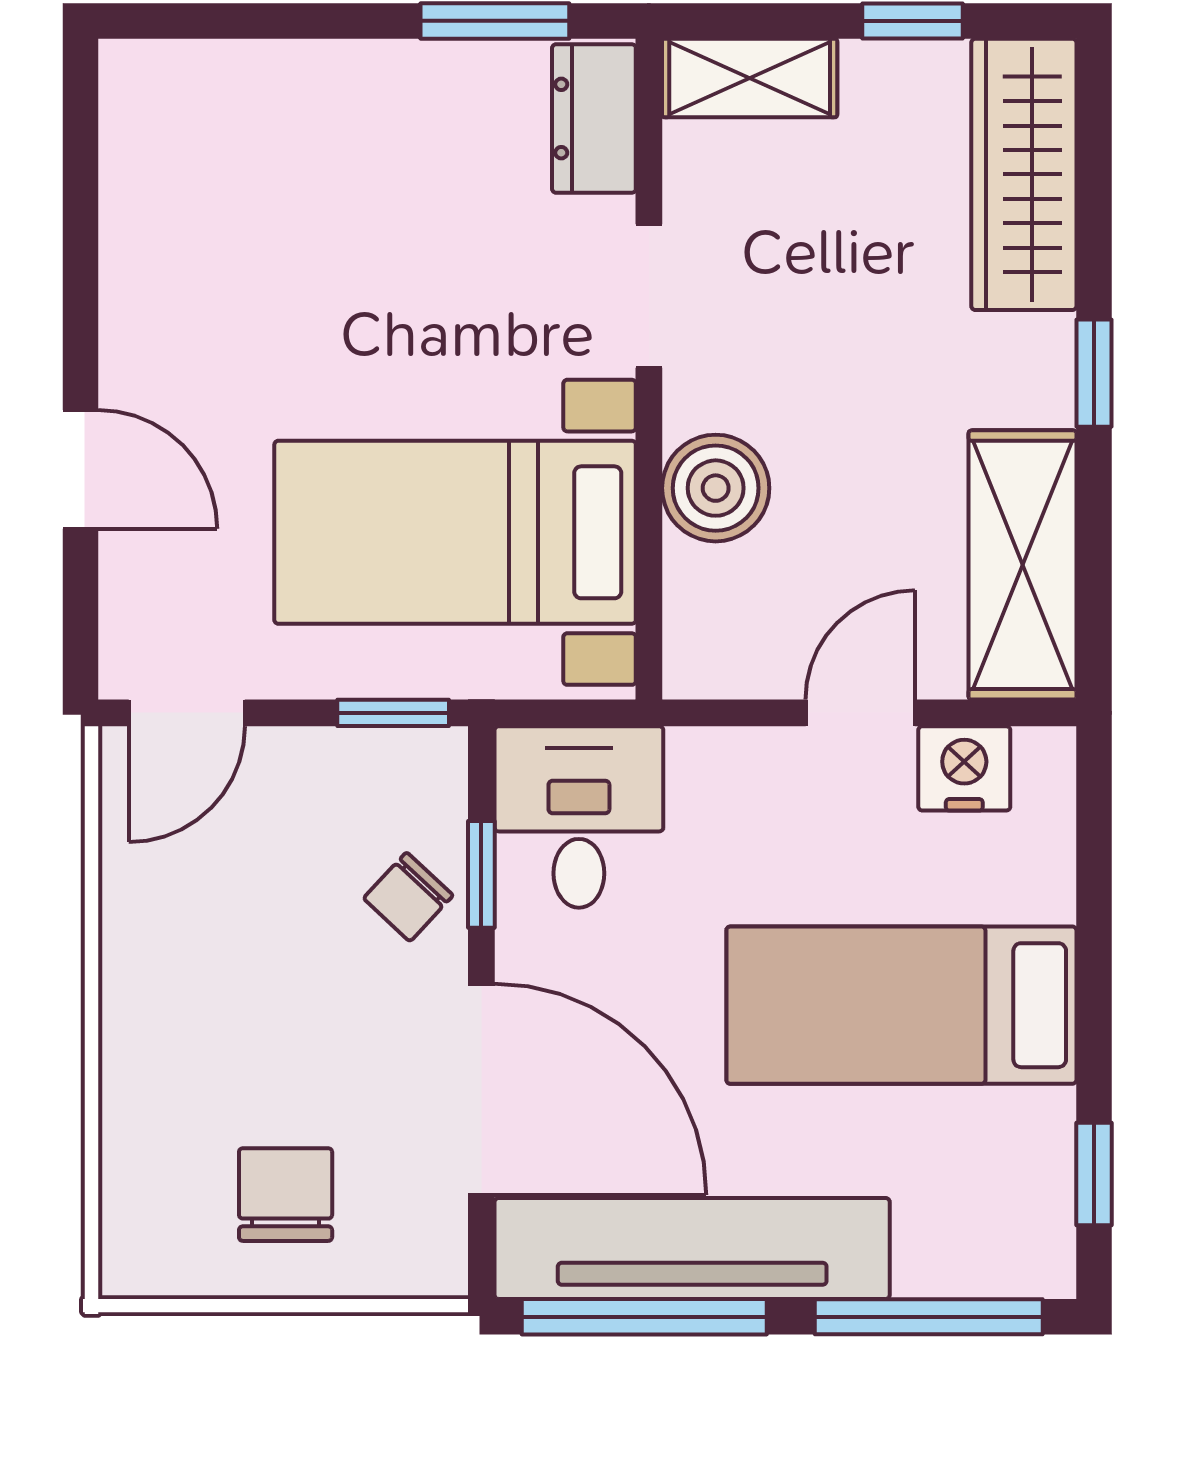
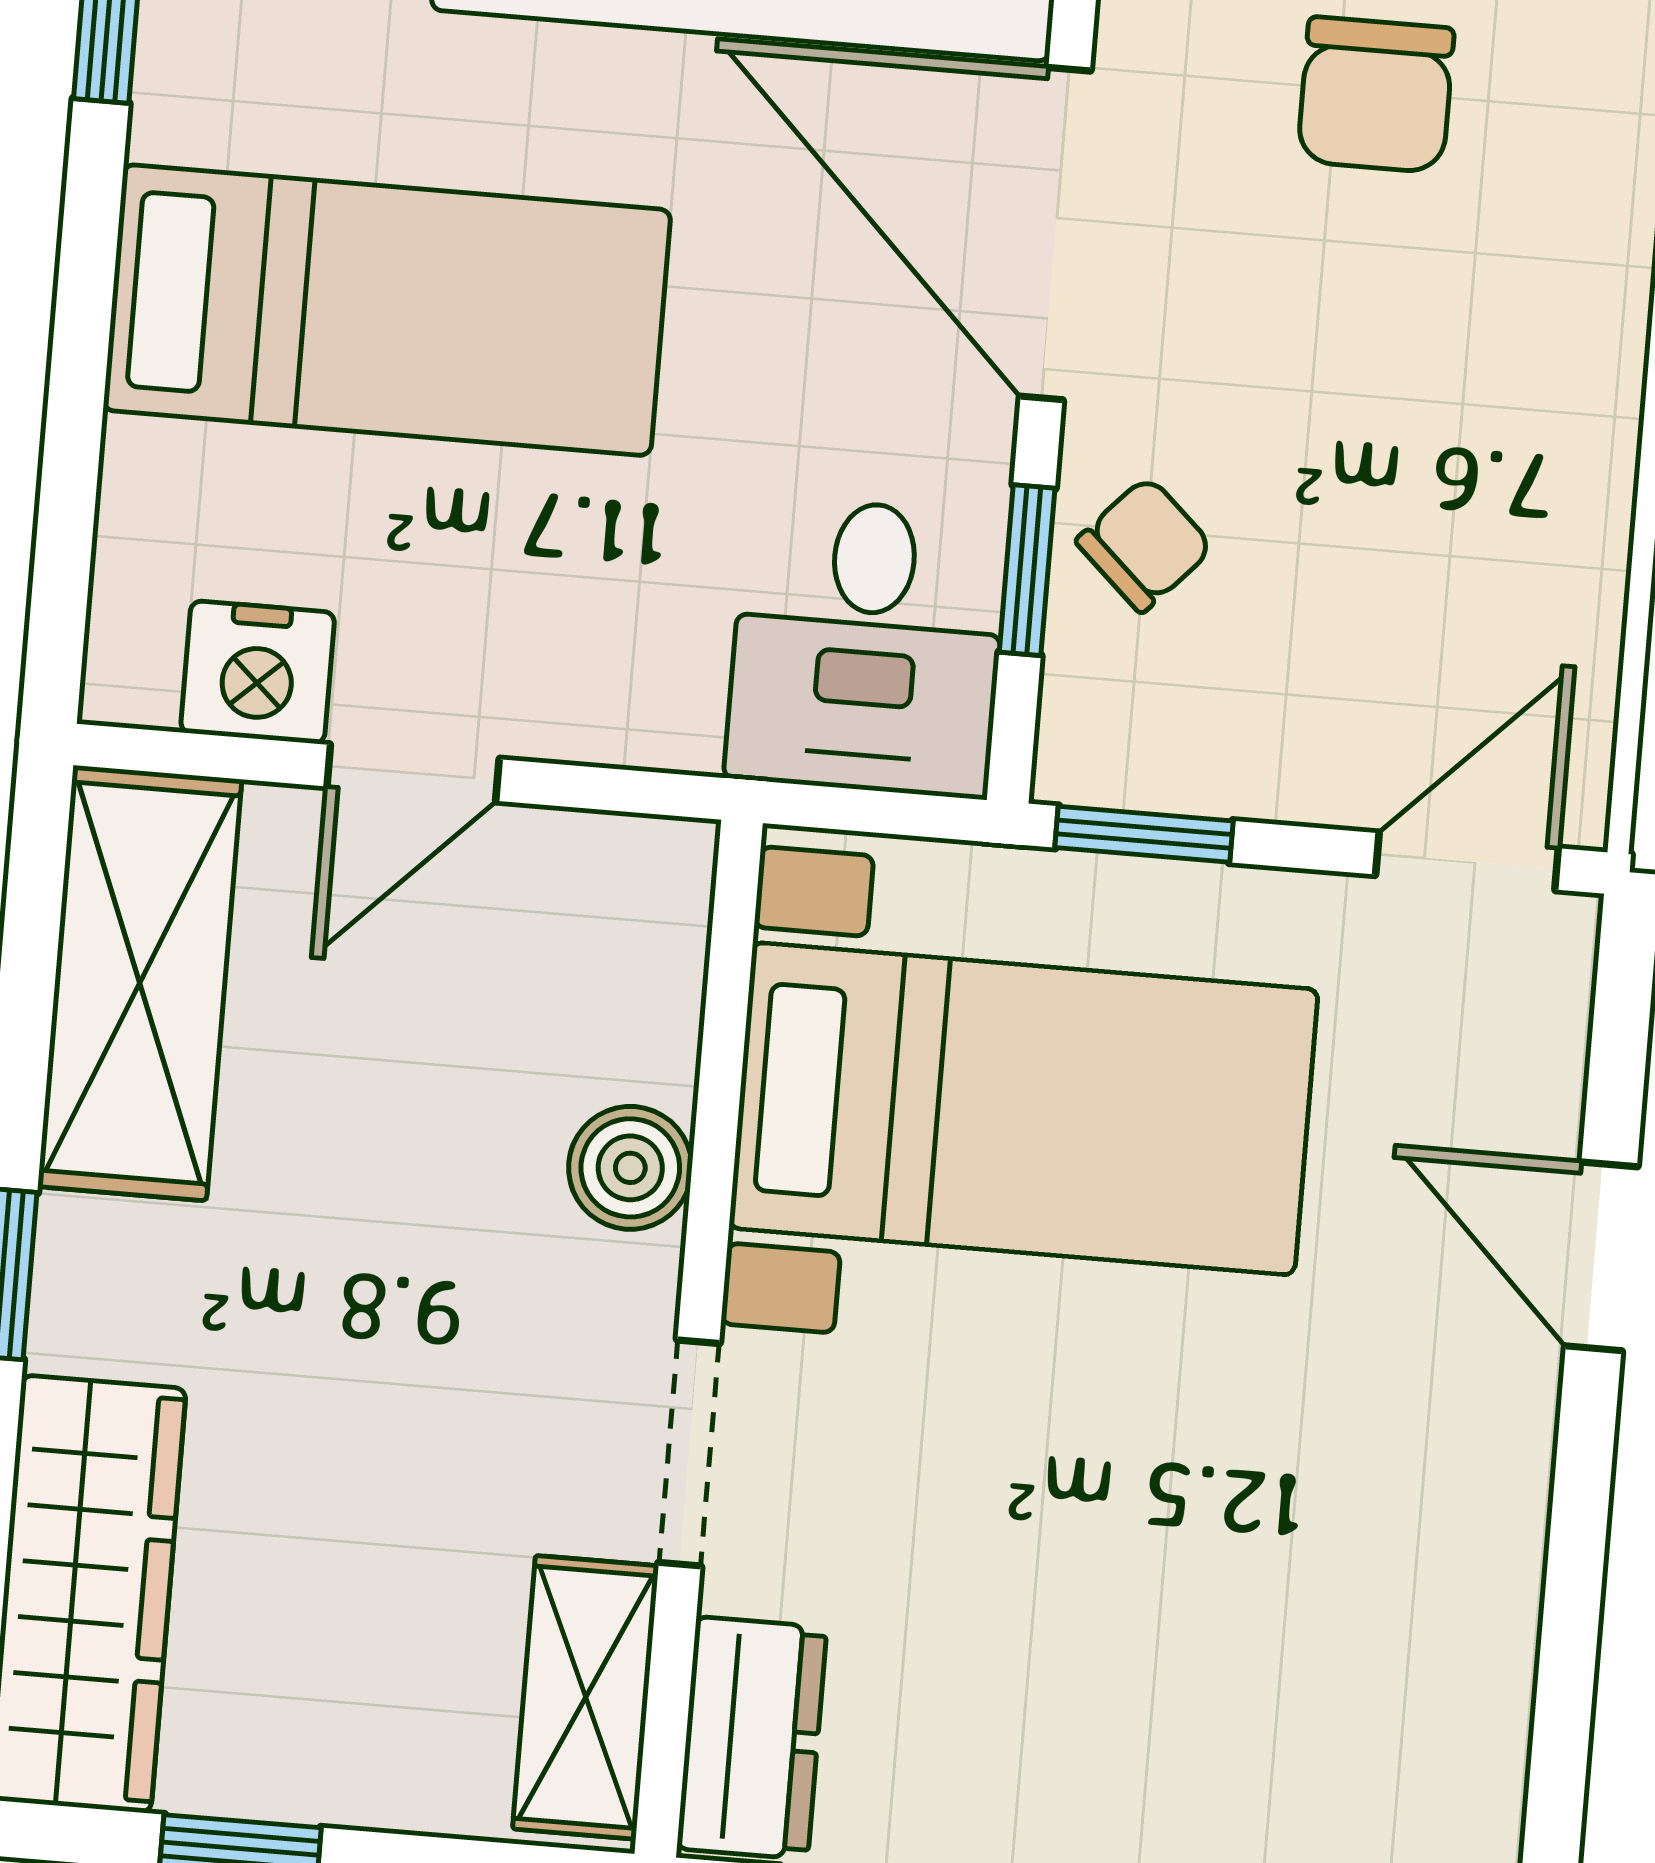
shelving: (750, 78) -> (586, 1697), moved, turned 90
boiler: (716, 488) -> (630, 1168), width x0.73, depth x0.73

